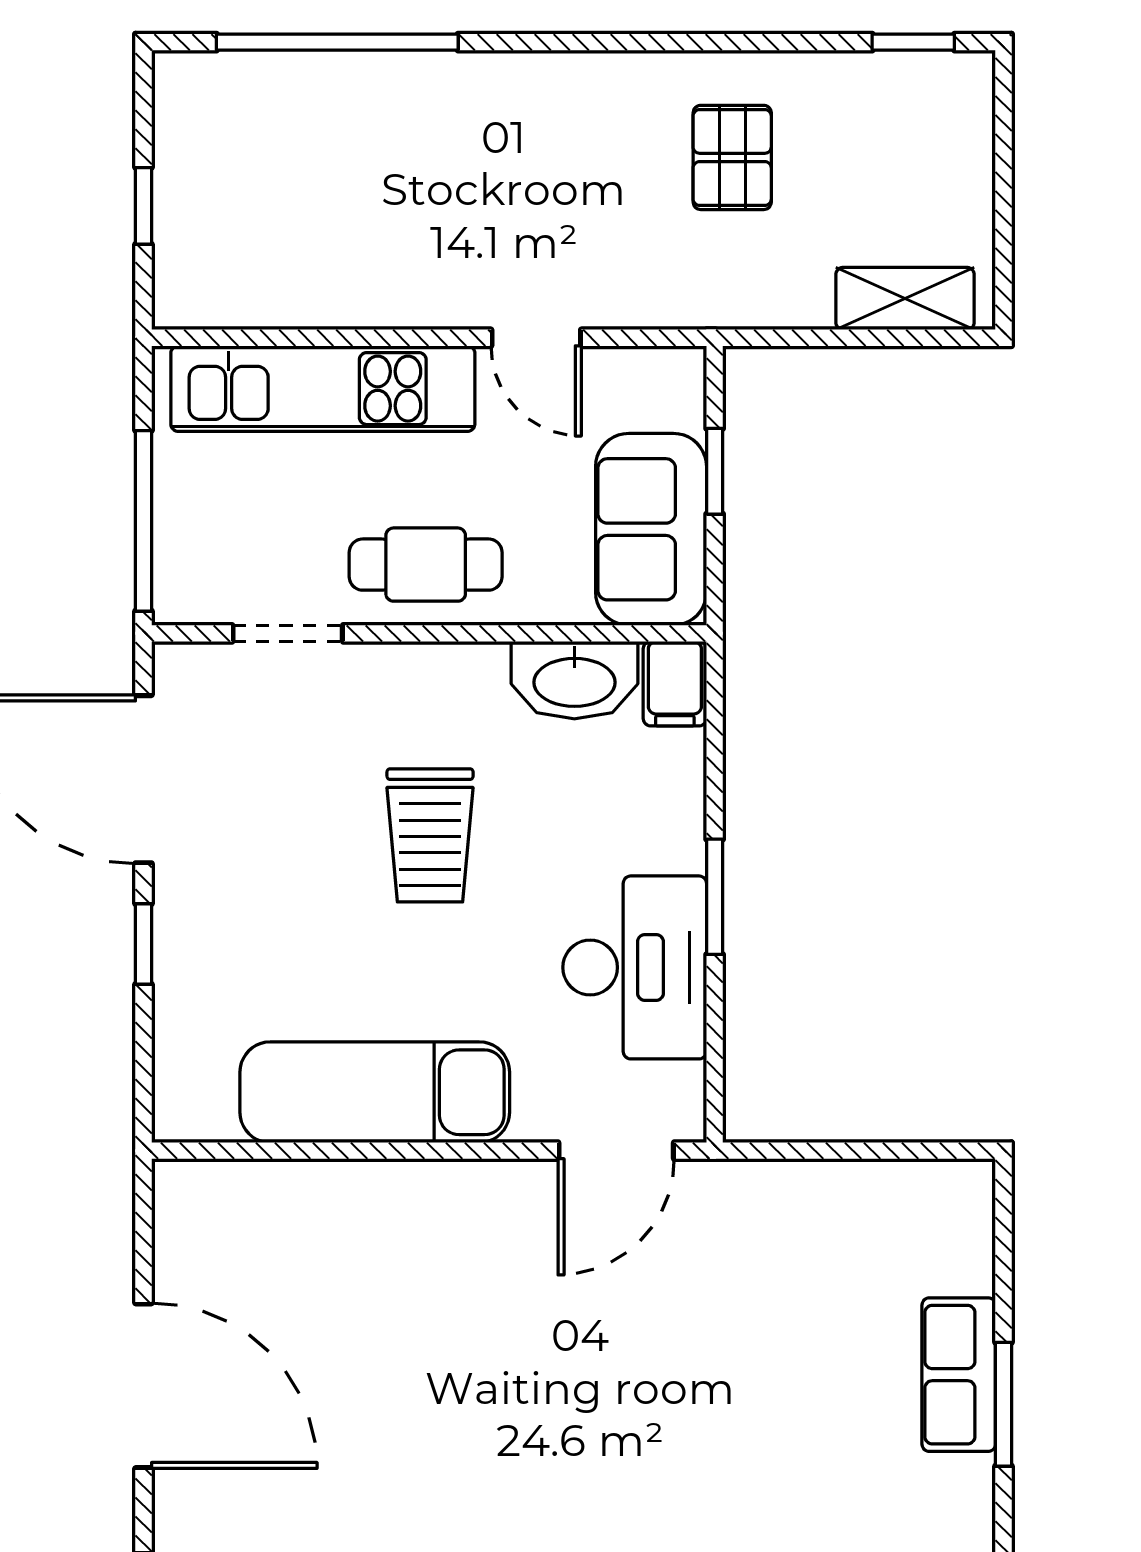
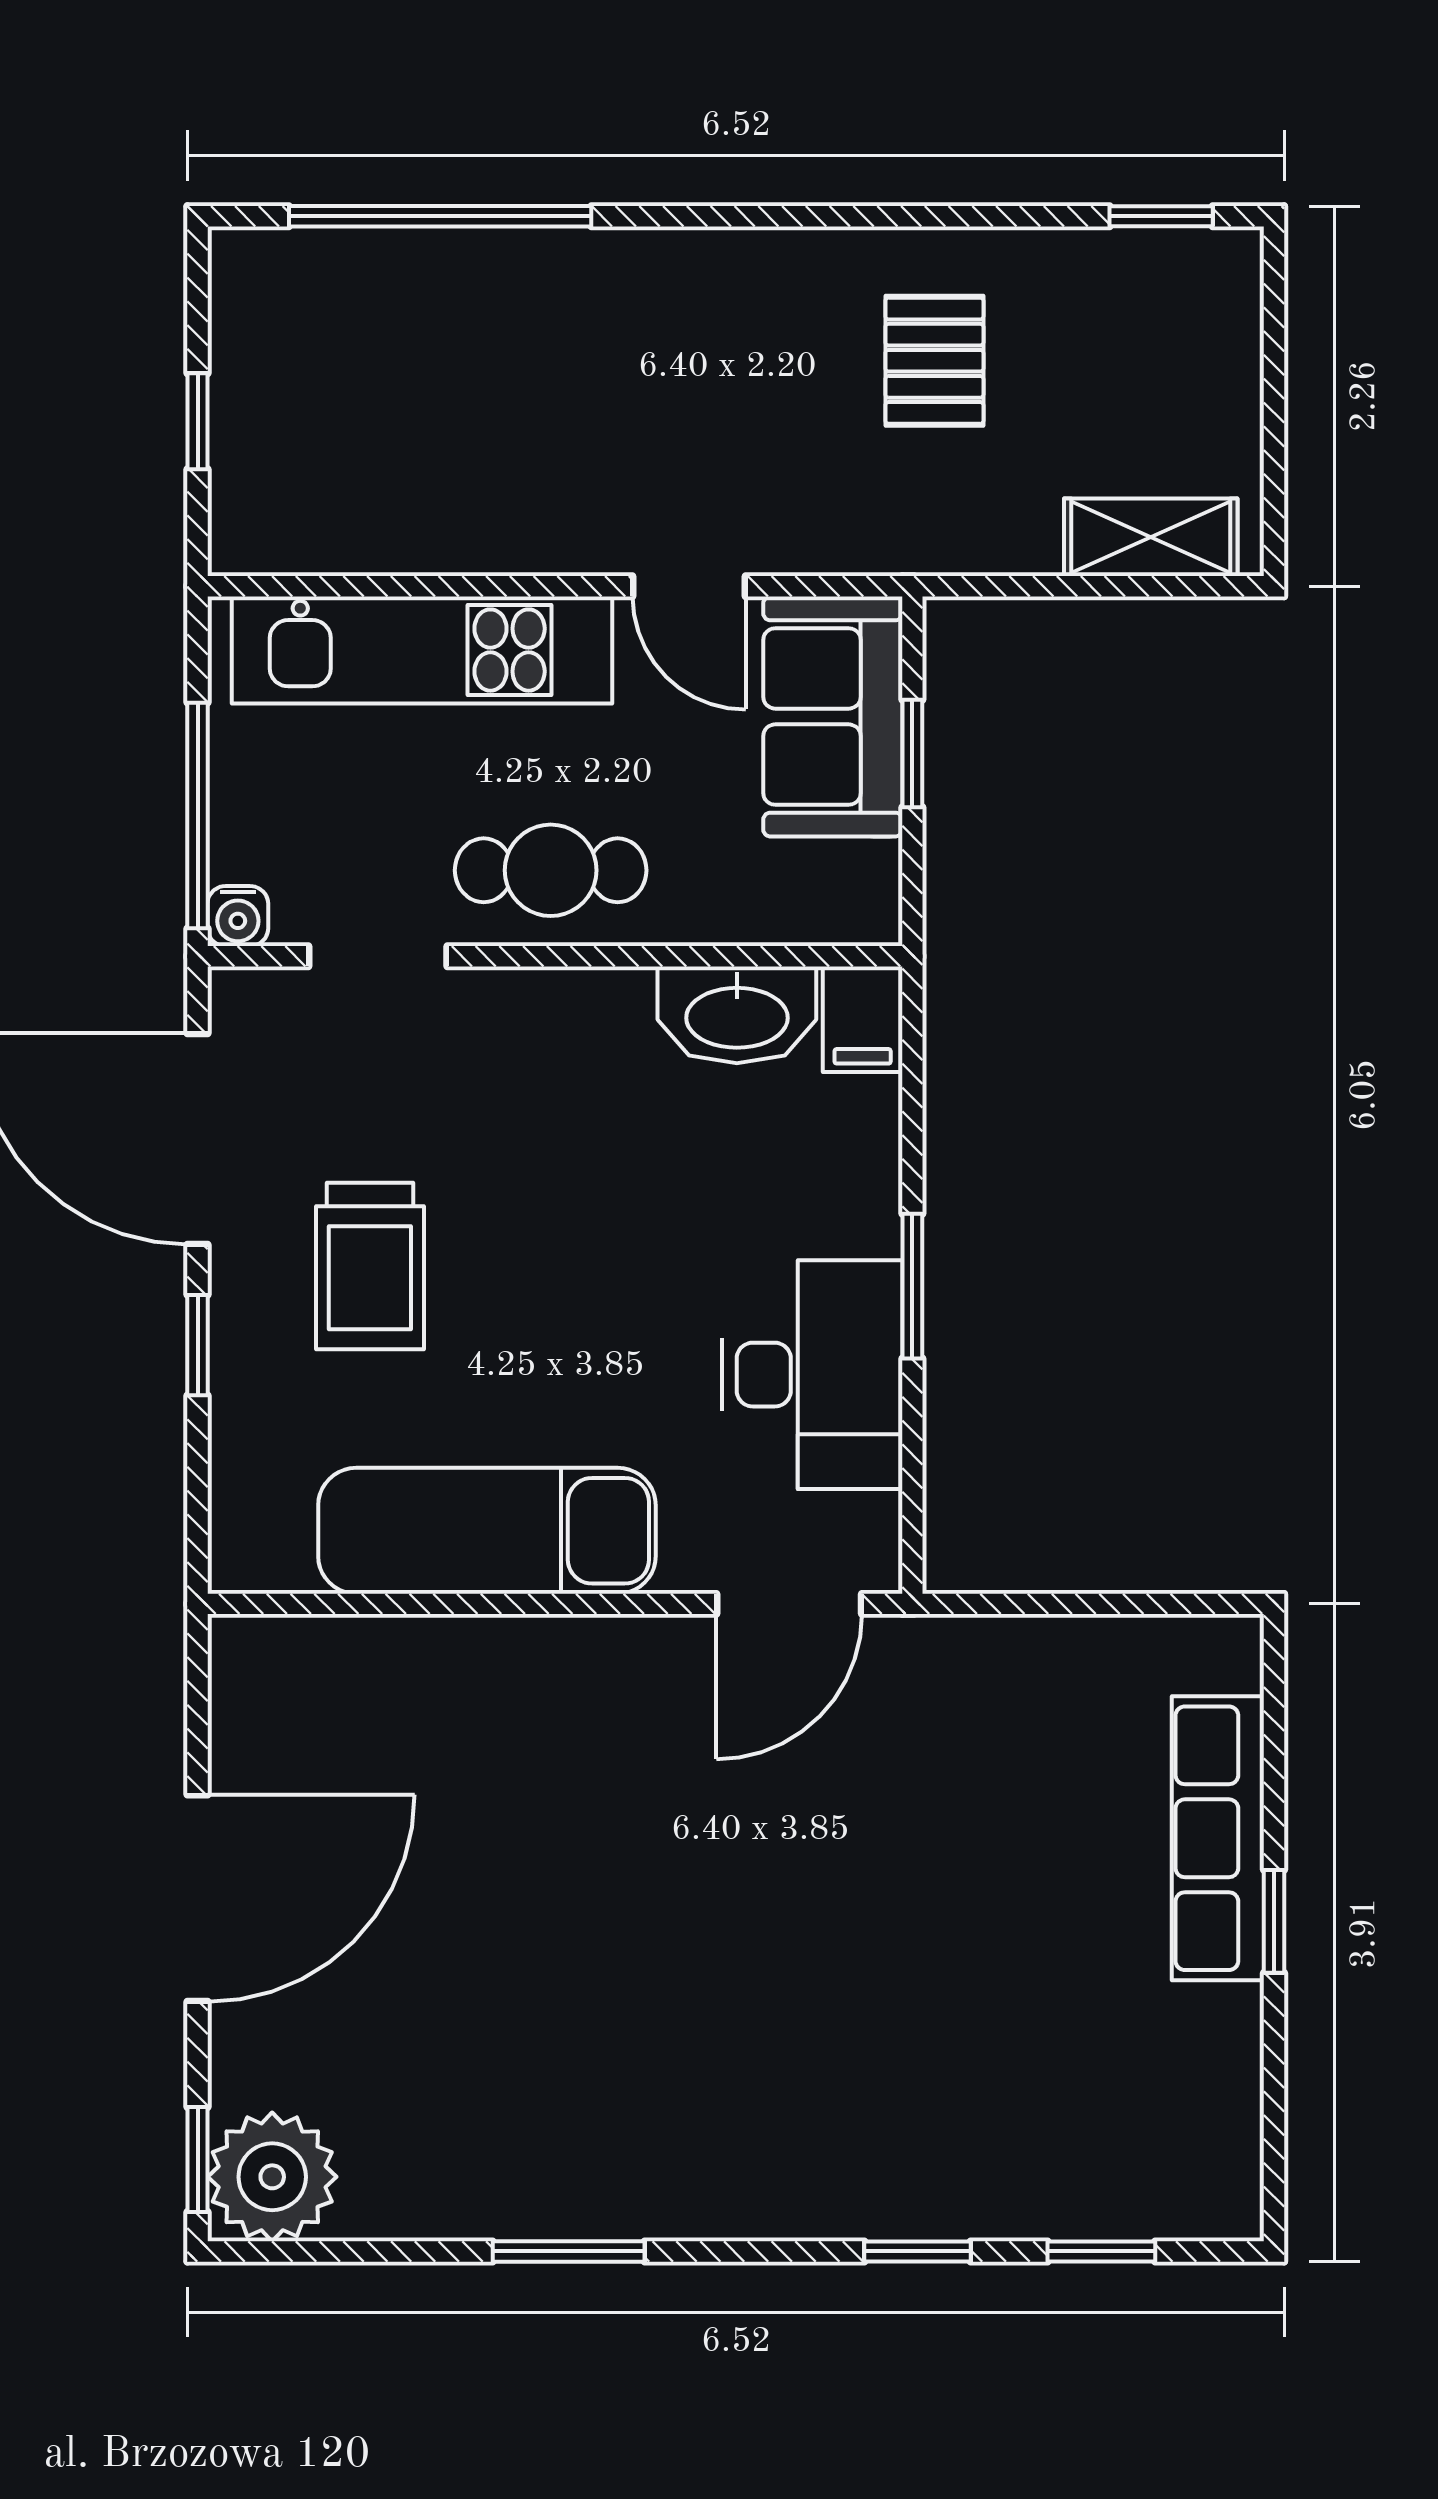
sofa: (651, 529) -> (833, 716), moved
water cooler: (176, 601) -> (238, 916), added
trolley: (430, 835) -> (370, 1266), moved
row of seats: (959, 1375) -> (1218, 1838), width x1.48
door: (144, 1386) -> (198, 1898), hinge flipped
window: (1004, 1404) -> (1274, 1921), width x0.67

